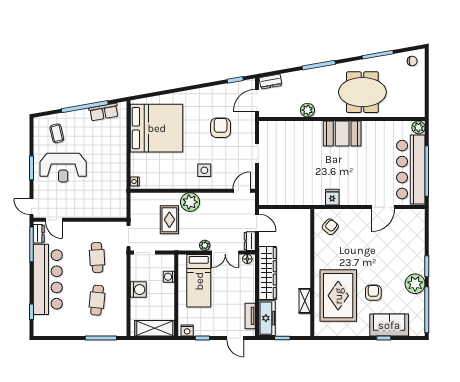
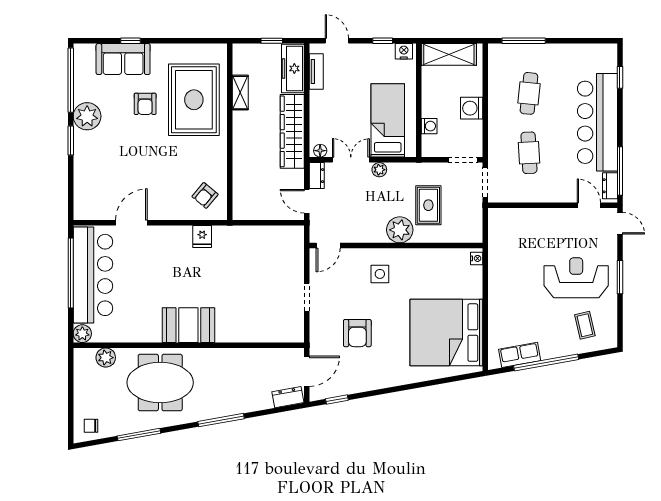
plant: (307, 110) -> (106, 358), moved

